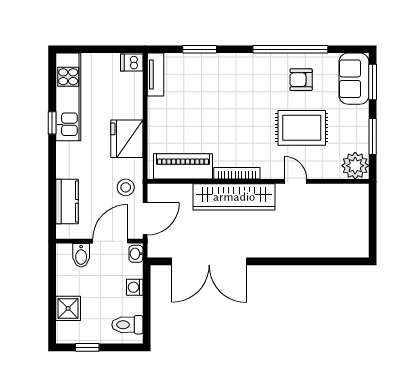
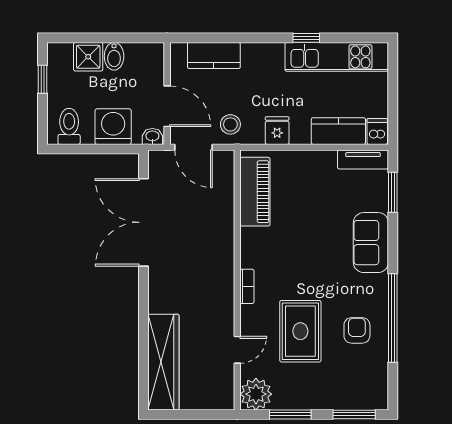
window: (200, 49) -> (393, 192), moved
sofa: (354, 79) -> (371, 243), moved, turned -90
kitchen counter: (131, 95) -> (338, 131), added
fridge: (127, 139) -> (277, 131), width x0.53, depth x0.75
bookcase: (237, 173) -> (247, 286), moved, width x0.64
door: (296, 181) -> (237, 350), moved
wardrobe: (234, 197) -> (163, 362), moved, turned 180
bidet: (81, 255) -> (114, 56), moved, turned -90
washing machine: (135, 287) -> (113, 127), width x1.89, depth x1.89

